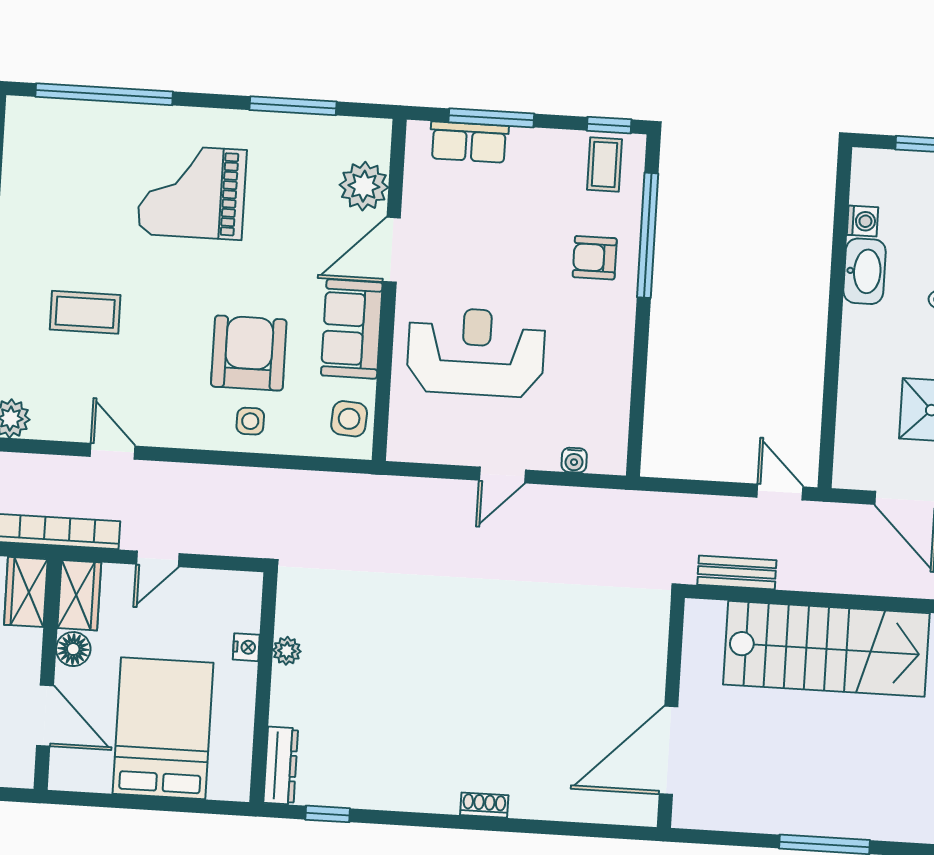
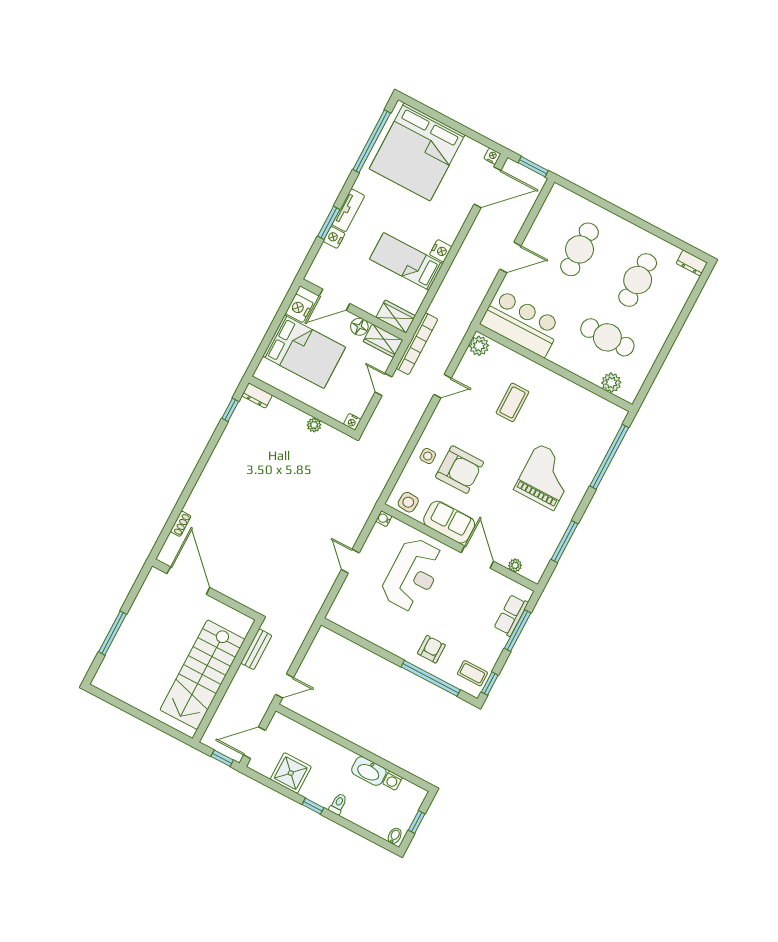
plant: (364, 186) -> (515, 565), width x0.53, depth x0.53
water cooler: (574, 460) -> (384, 519), moved
nightstand: (246, 647) -> (352, 422), moved
dresser: (281, 766) -> (257, 395), width x0.70
nightstand: (89, 772) -> (299, 308), added
shoe rack: (484, 805) -> (181, 524), moved

